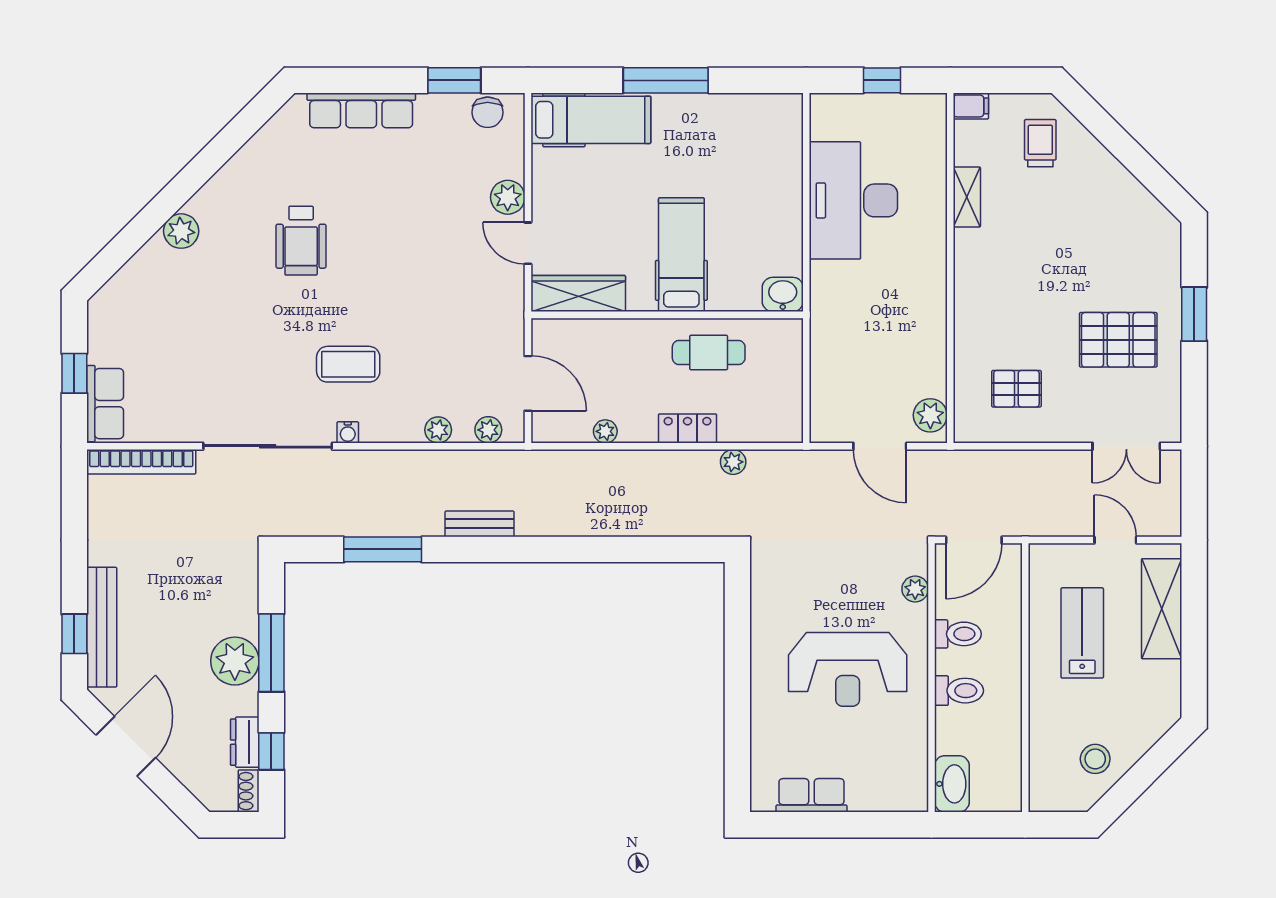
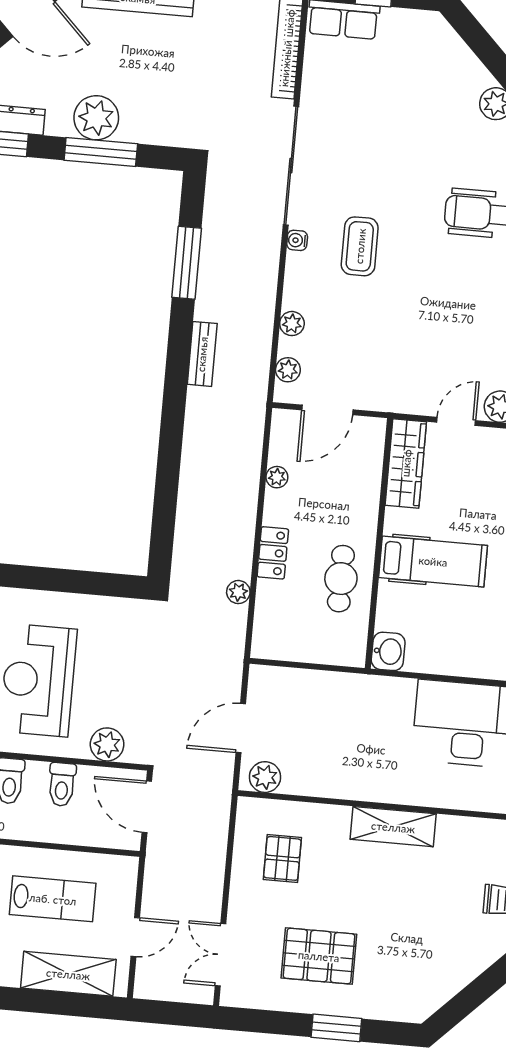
shelving: (967, 197) -> (393, 827), moved, width x1.50, depth x1.33
pallet: (1118, 340) -> (319, 956), turned 90
plant: (915, 589) -> (107, 744), width x1.38, depth x1.38

